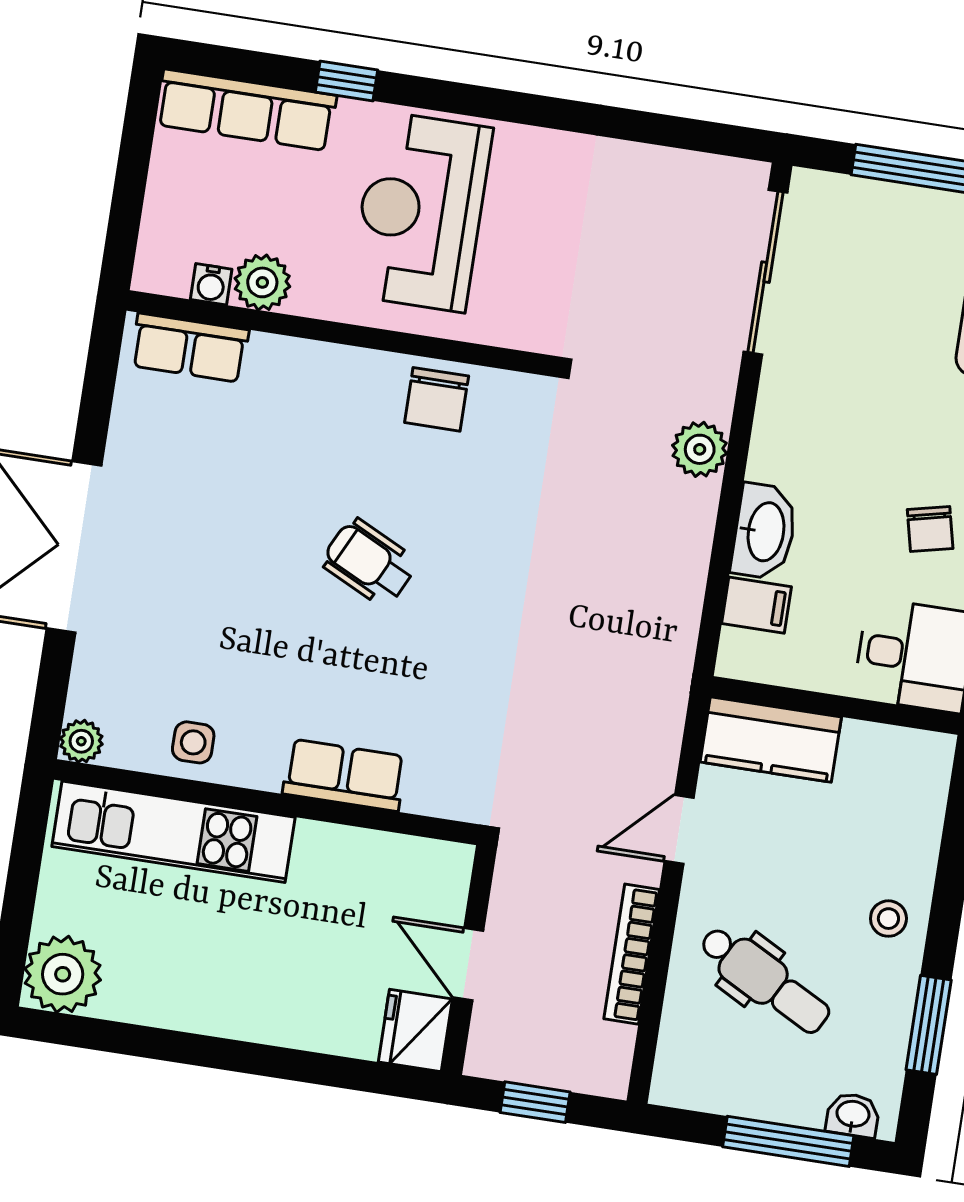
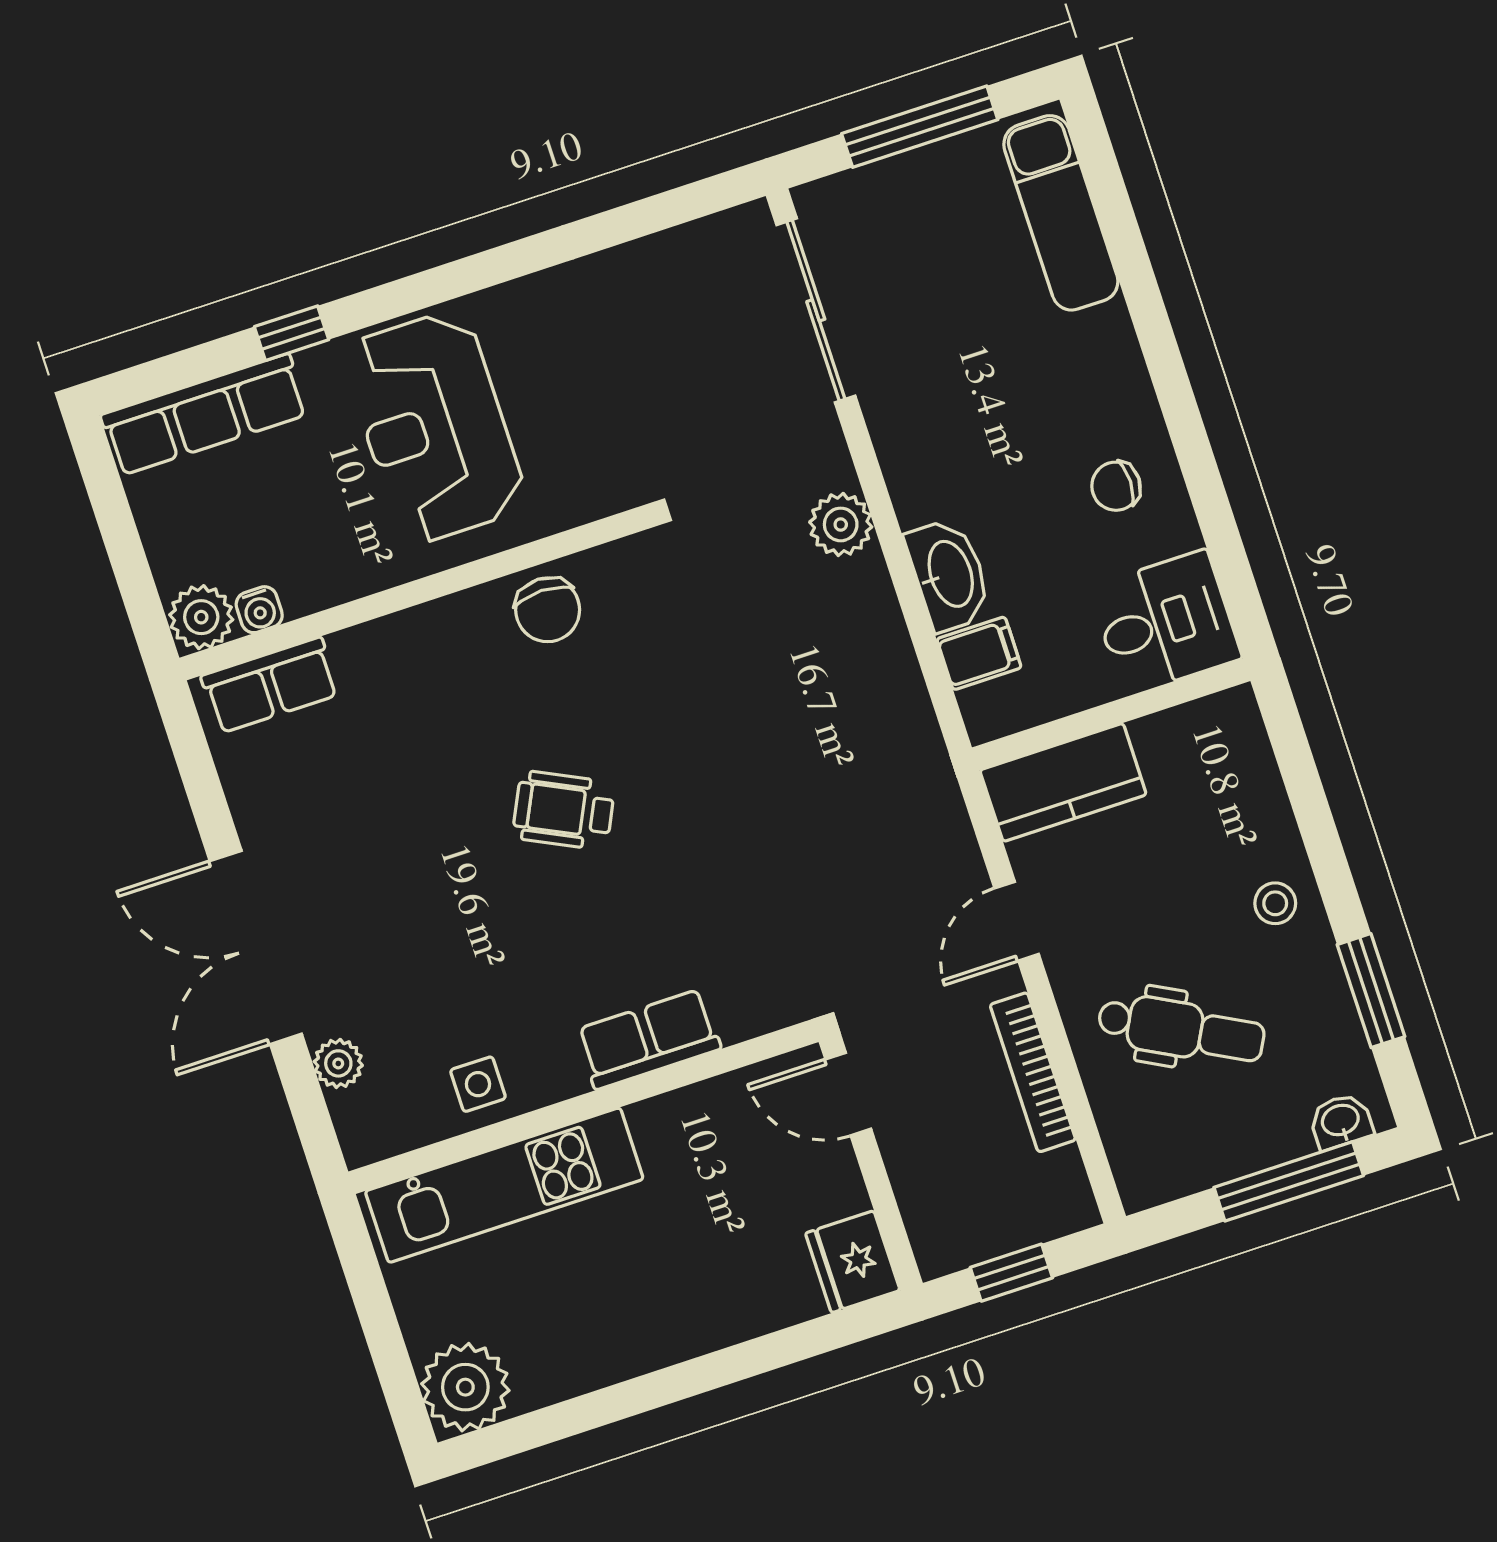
plant: (262, 282) -> (201, 617), moved
chair: (930, 529) -> (1116, 486), turned 103
plant: (81, 741) -> (338, 1063), moved
door: (468, 964) -> (848, 1094), moved

